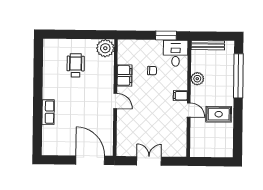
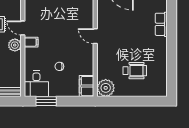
wheelchair: (76, 65) -> (135, 71), turned -90
filing cabinet: (124, 75) -> (86, 86), moved
plant: (197, 79) -> (15, 45), moved

